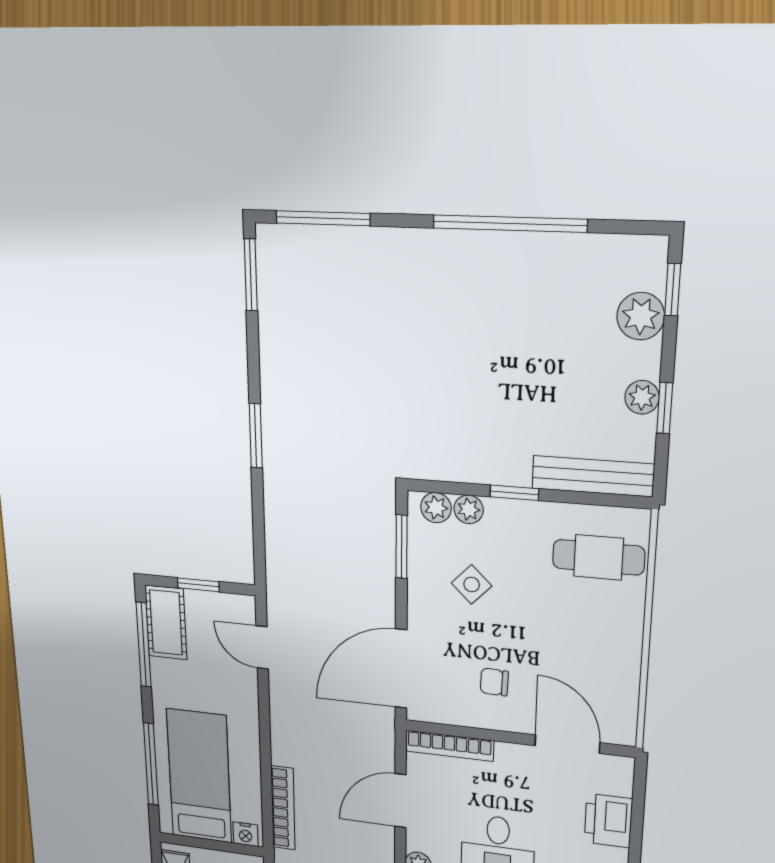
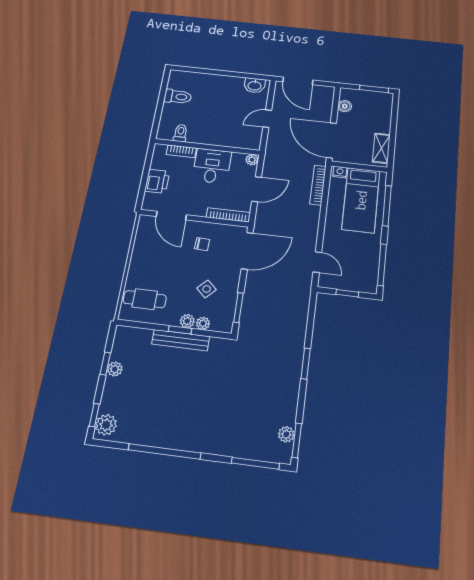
plant: (272, 285) -> (286, 434), added
plant: (641, 316) -> (106, 425), moved
bench: (593, 476) -> (181, 340), moved
plant: (436, 508) -> (187, 321), moved
cot: (166, 623) -> (368, 275), removed

